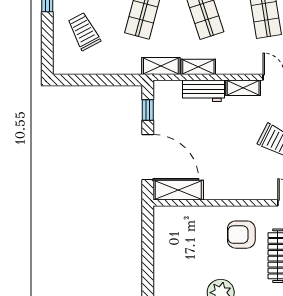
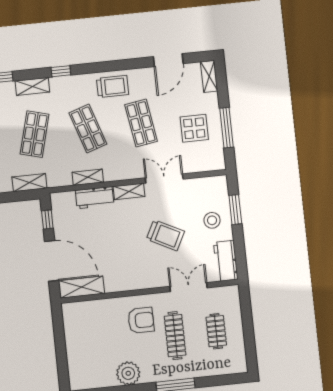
shelving: (161, 66) -> (29, 183), moved
armchair: (241, 235) -> (141, 320), turned 180

